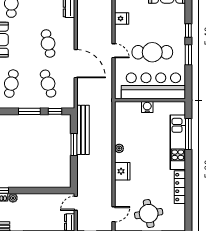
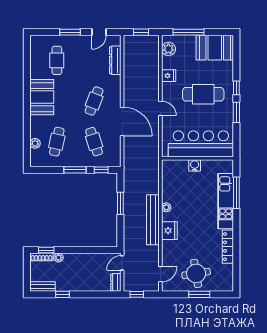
cafe table: (48, 43) -> (94, 101), turned 33
cafe table: (152, 52) -> (203, 94), moved
bench: (83, 130) -> (153, 220), moved

